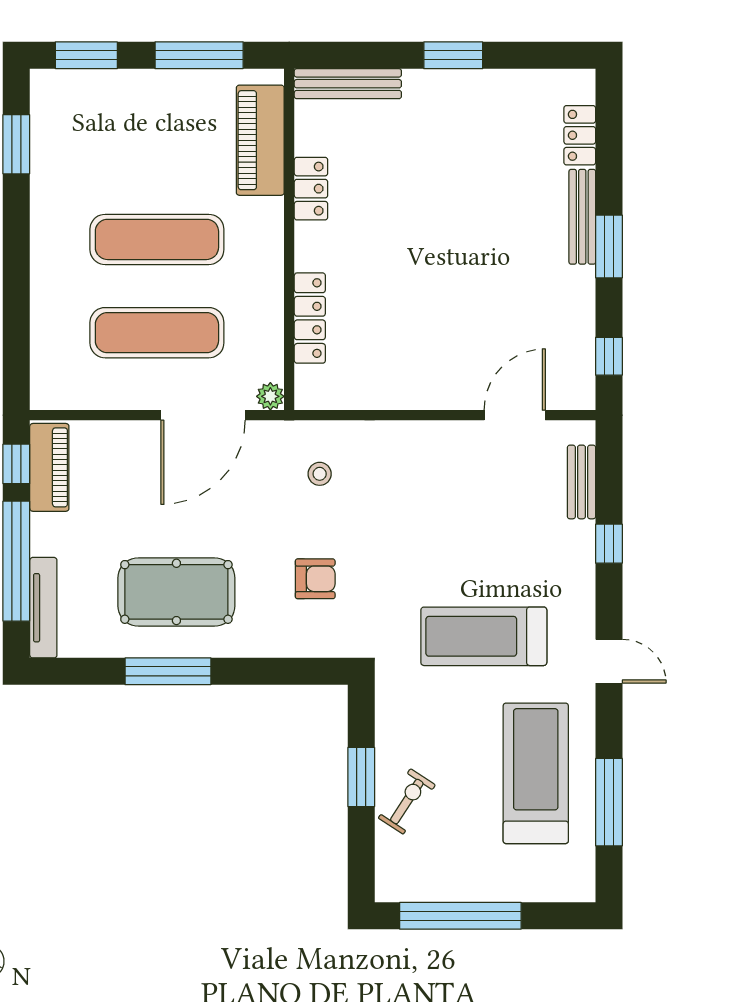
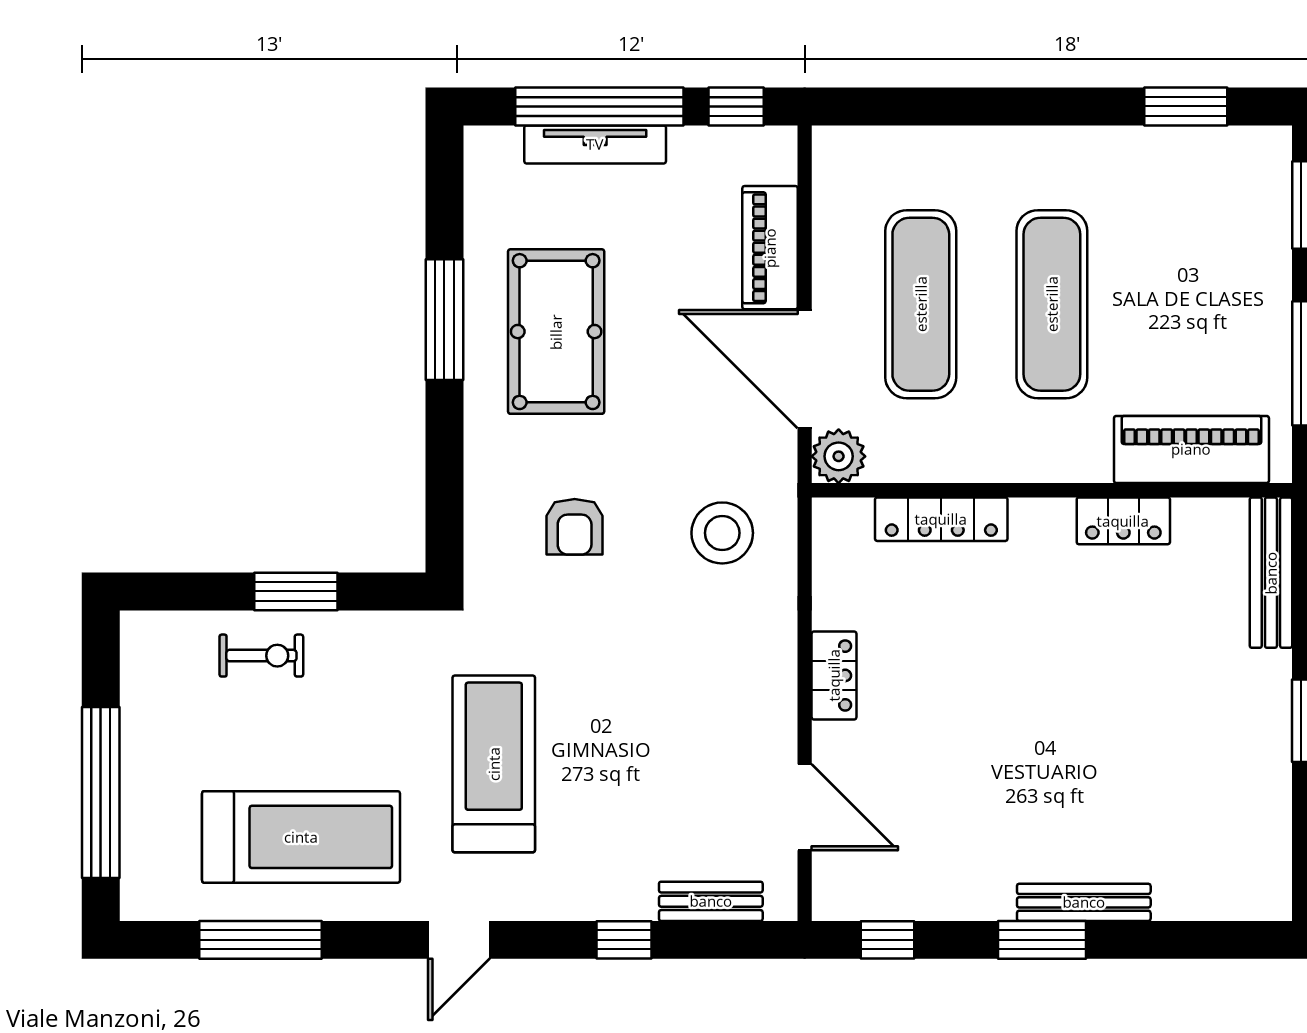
locker: (580, 135) -> (834, 675), moved, turned 90
plant: (270, 396) -> (839, 456), width x1.38, depth x1.38
piano: (49, 467) -> (770, 248), moved, turned 90
stool: (320, 474) -> (722, 533), width x1.89, depth x1.89
tv unit: (43, 608) -> (595, 144), moved
exercise bike: (407, 801) -> (261, 656), turned -33
window: (460, 916) -> (101, 792), moved

